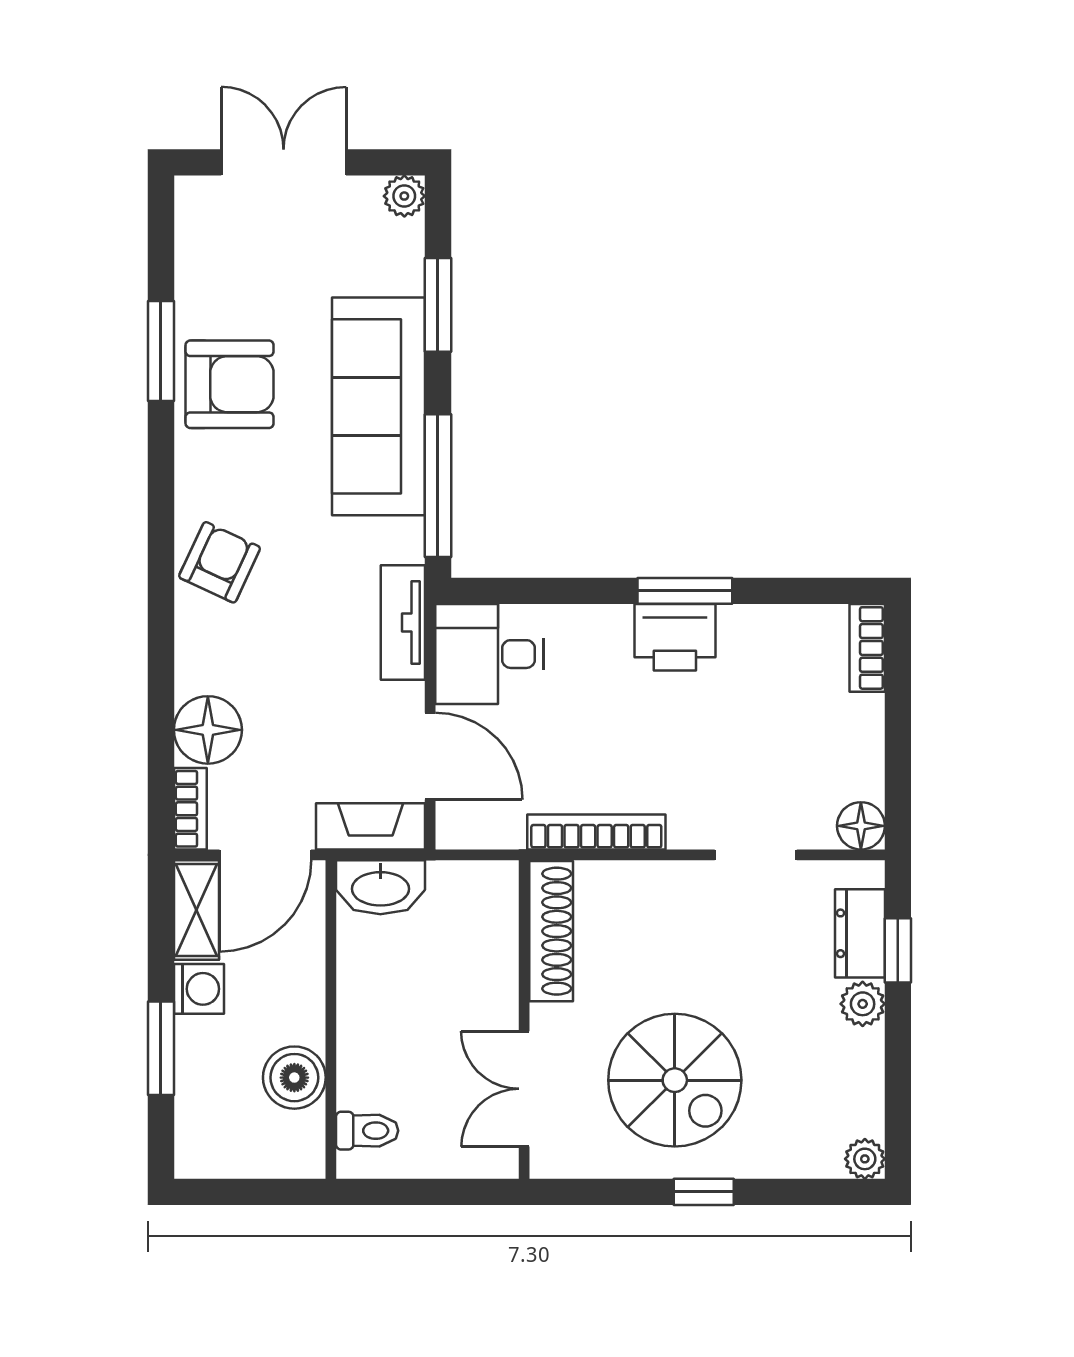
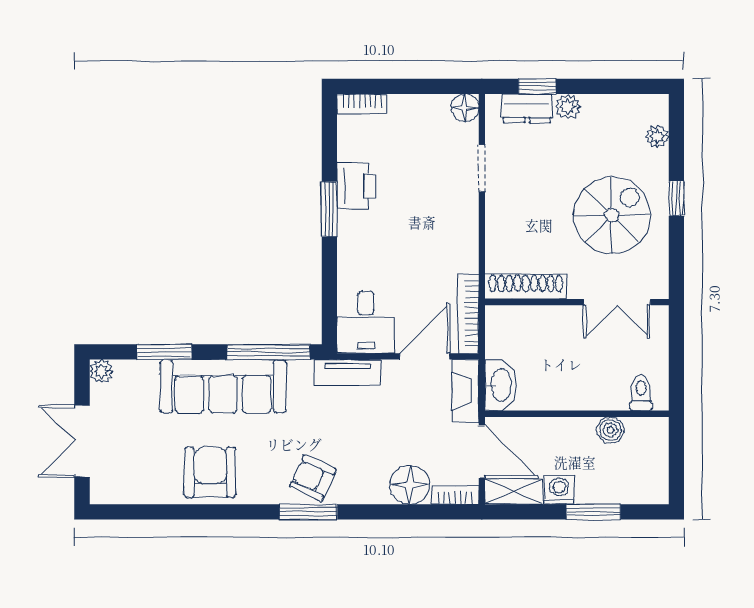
window: (161, 351) -> (308, 512), moved
printer: (675, 637) -> (356, 186), moved
bookcase: (596, 832) -> (469, 314), moved
boiler: (294, 1078) -> (610, 430), width x0.73, depth x0.73
plant: (865, 1159) -> (657, 137), moved

